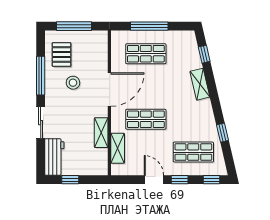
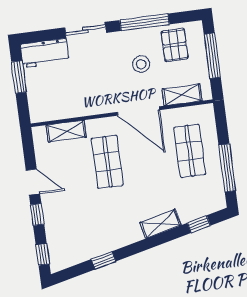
window: (149, 26) -> (227, 168), moved
pallet: (62, 54) -> (175, 45), turned 90
shelving: (101, 133) -> (182, 95), moved
shop shelf: (193, 152) -> (74, 227), removed
window: (70, 180) -> (19, 77), width x1.50
door: (154, 180) -> (33, 182), hinge flipped

